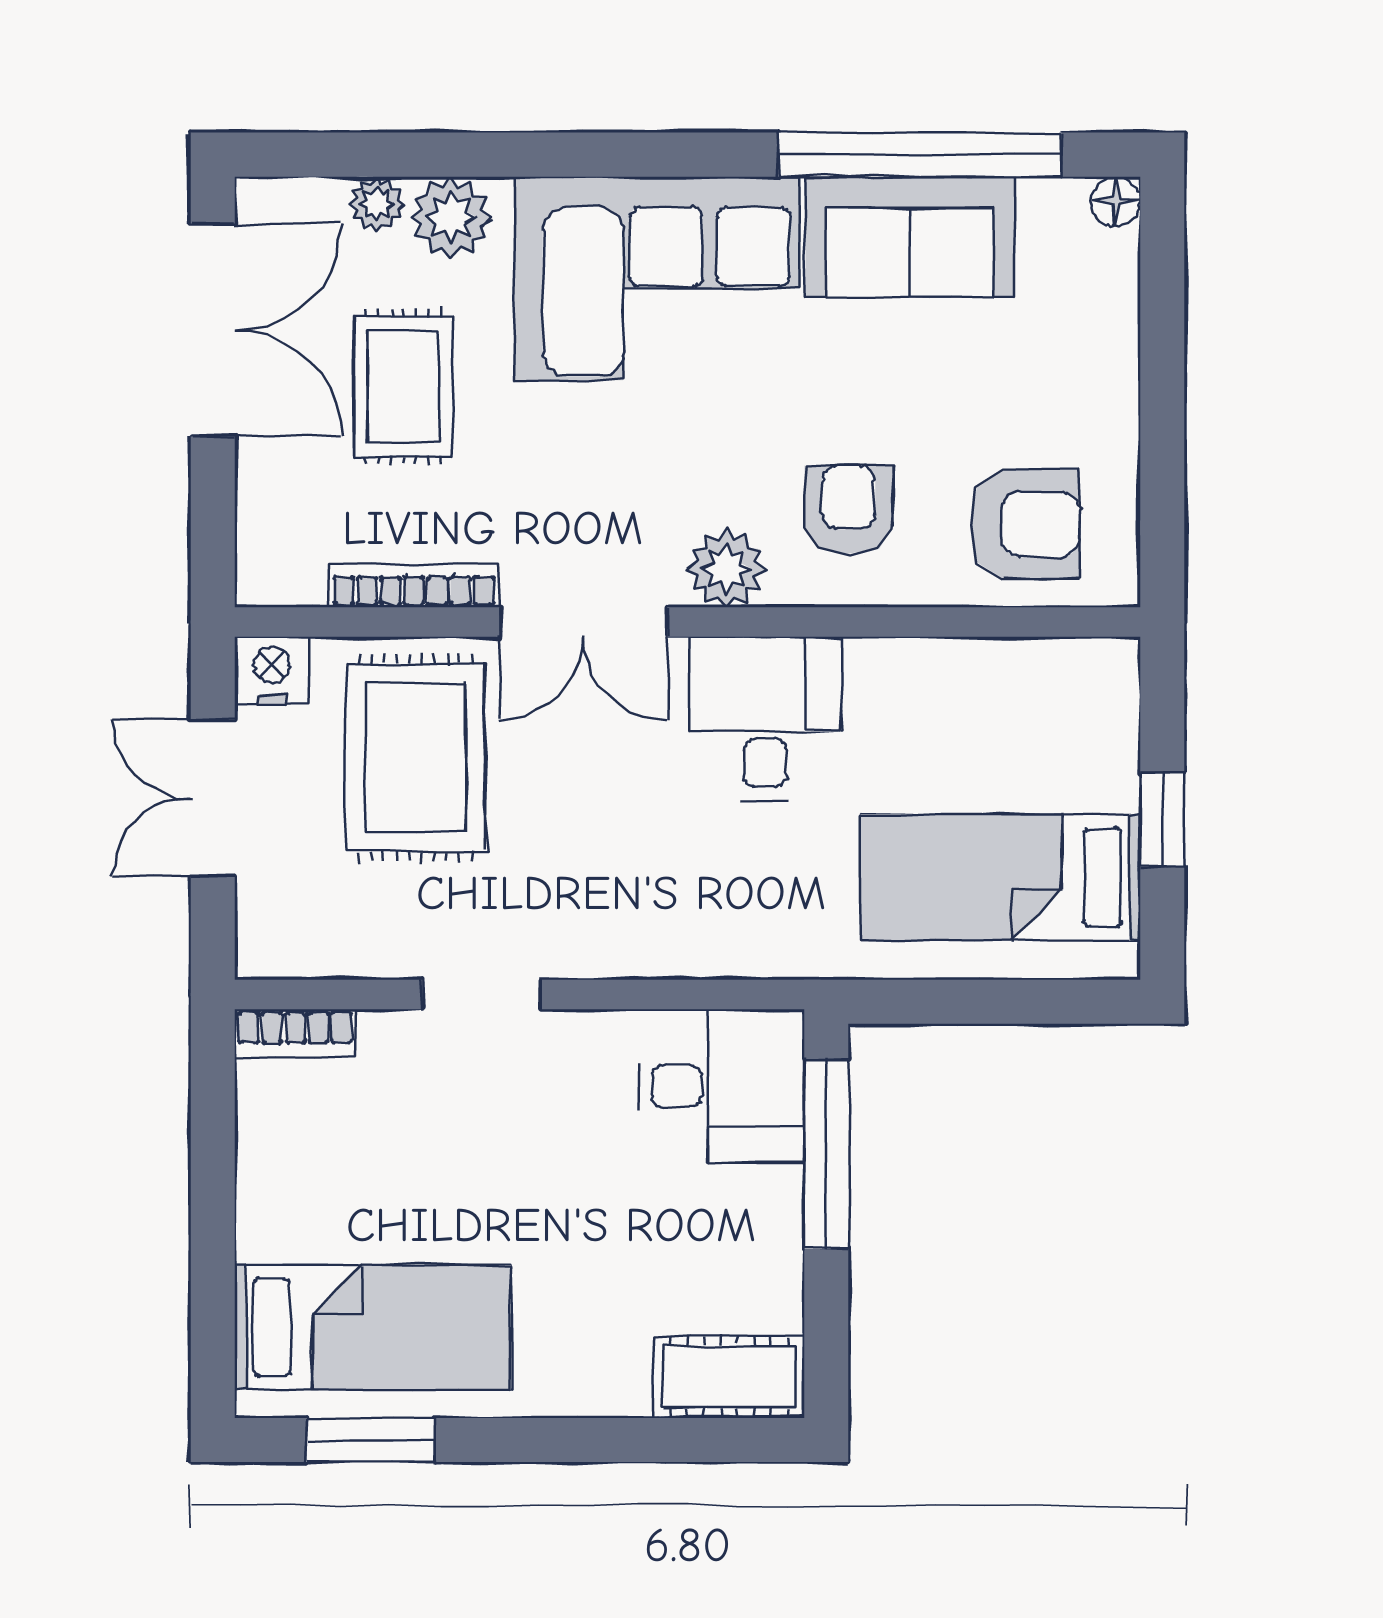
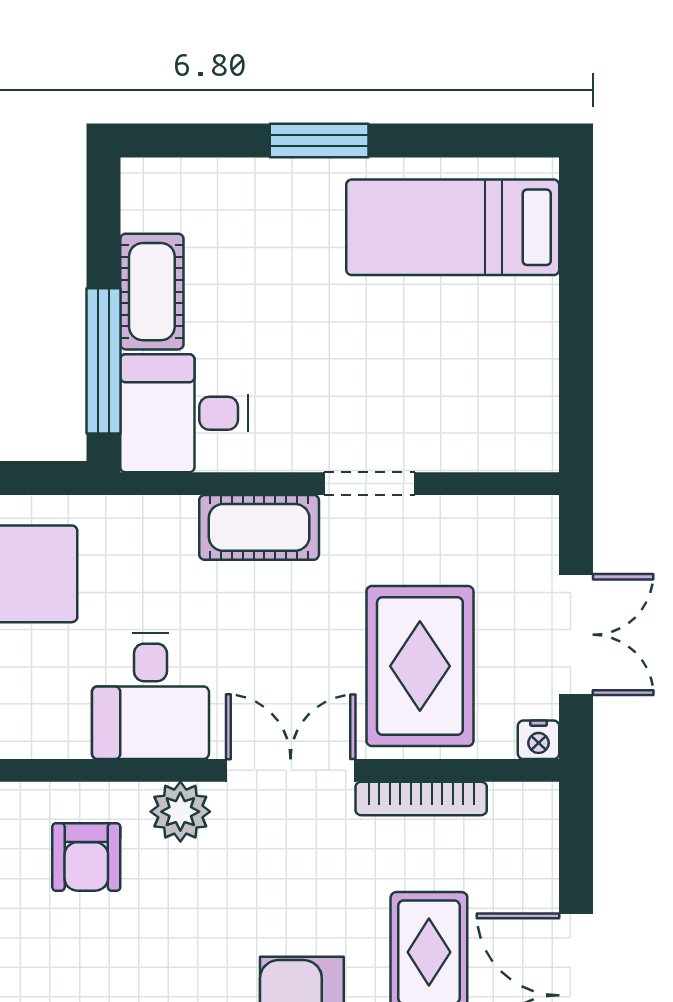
nightstand: (272, 671) -> (539, 740), width x0.72, depth x0.74
cot: (624, 938) -> (259, 527), added
bookcase: (295, 1033) -> (512, 454), removed
cot: (729, 1377) -> (152, 292), moved, turned 90
window: (371, 1440) -> (319, 141), moved

